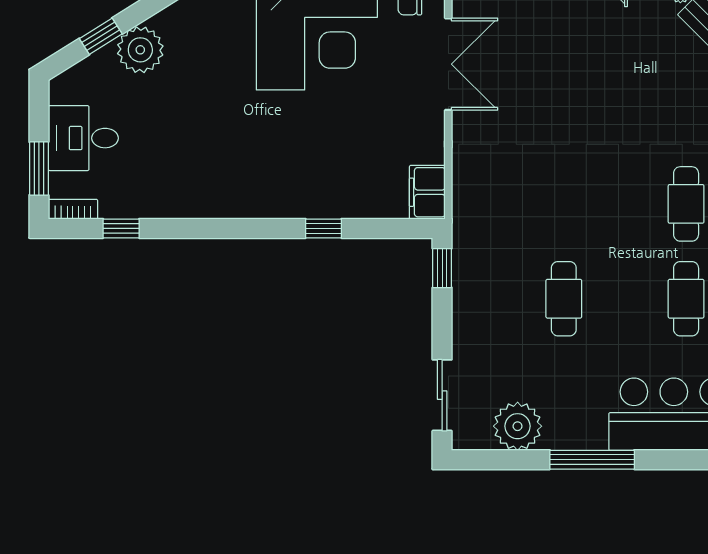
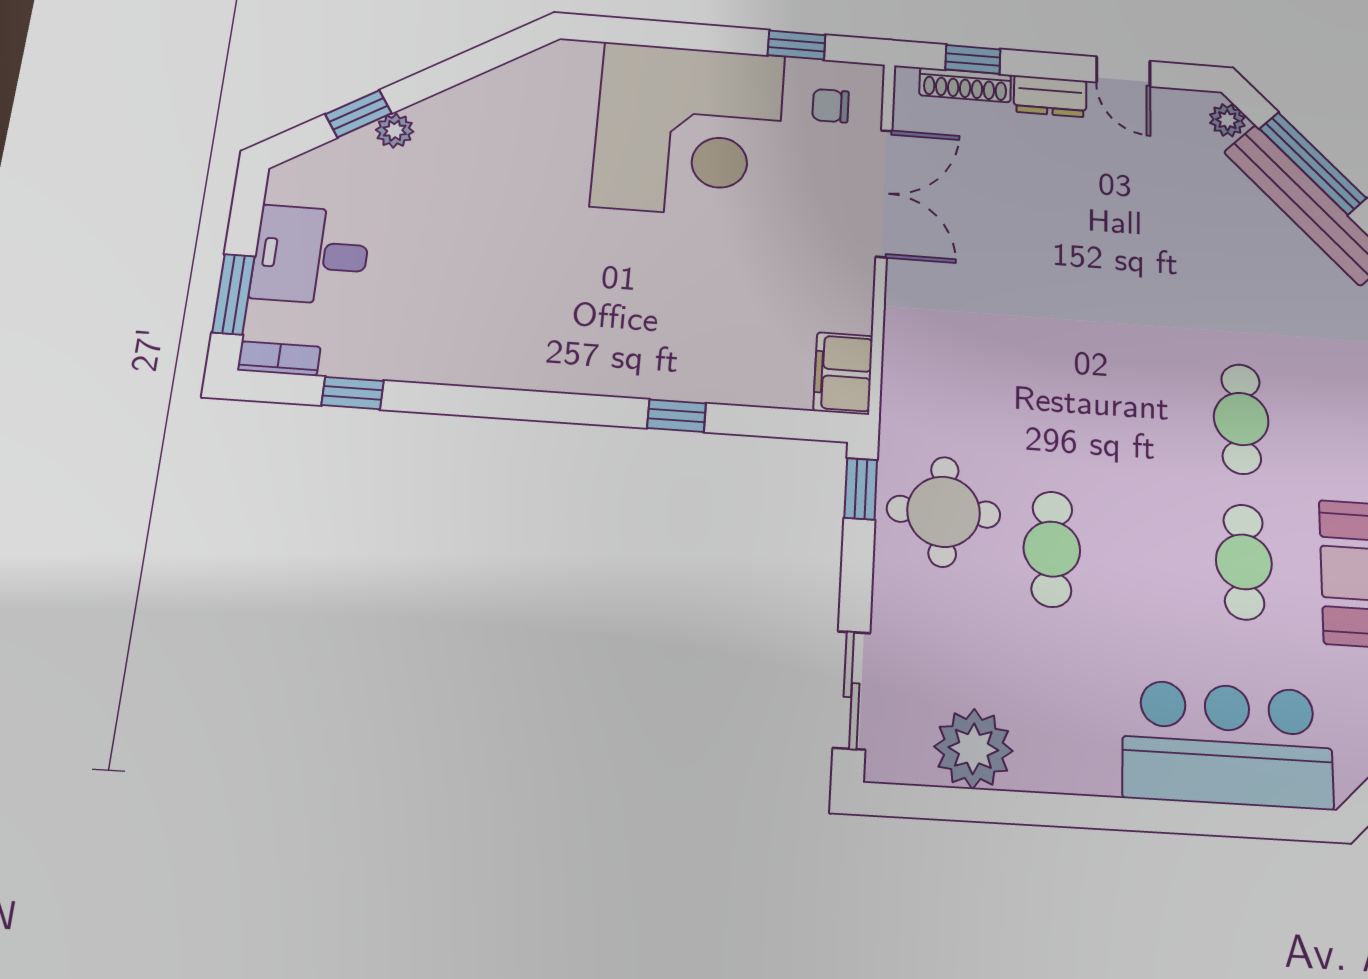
plant: (140, 50) -> (395, 131), width x0.53, depth x0.53
round table: (495, 279) -> (943, 512), added
window: (592, 460) -> (1095, 812), removed

